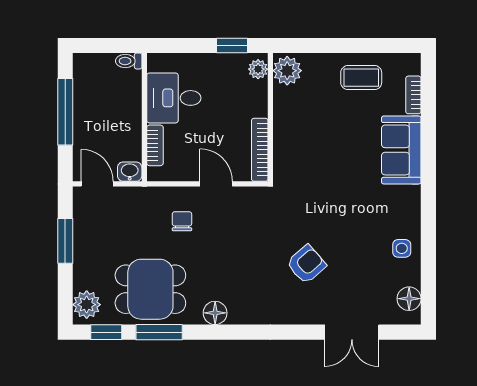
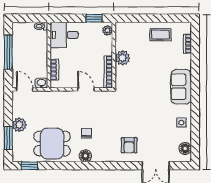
plant: (287, 71) -> (122, 58), moved
desk: (174, 98) -> (64, 35), moved
sofa: (401, 150) -> (181, 87), moved
chair: (182, 221) -> (87, 133), moved
window: (65, 241) -> (8, 138), moved
armchair: (306, 264) -> (129, 145), moved, turned 131
plant: (87, 305) -> (19, 125), moved
window: (159, 332) -> (57, 166), removed

